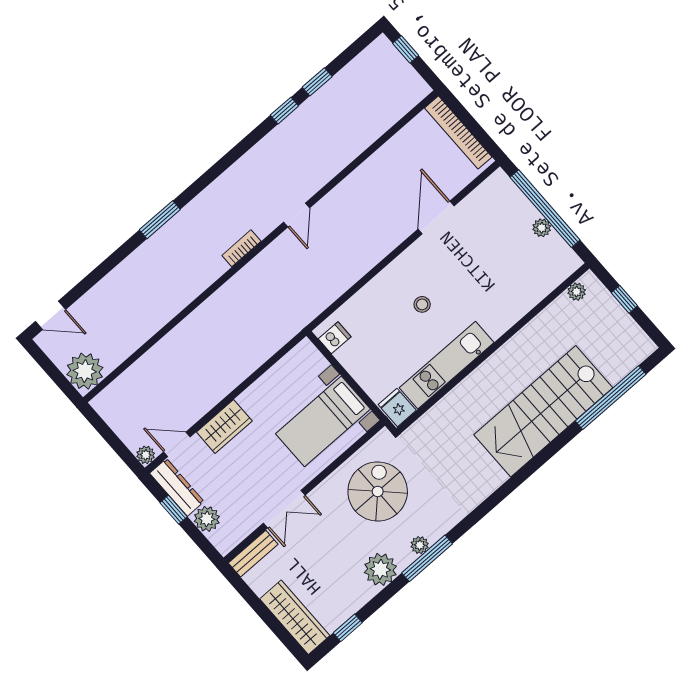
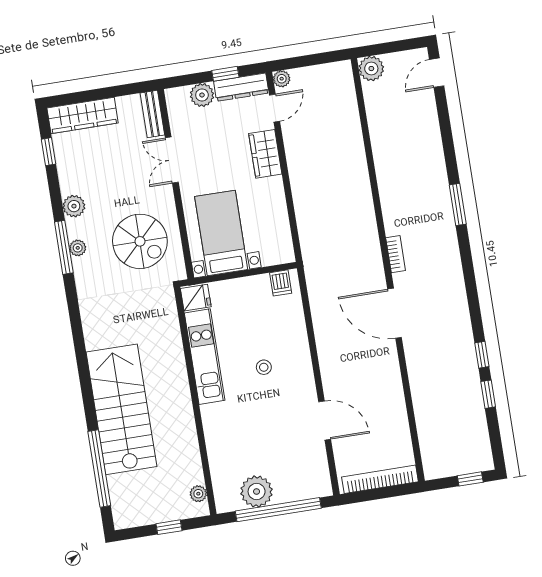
door: (297, 215) -> (395, 313), width x1.87
plant: (542, 228) -> (257, 491), width x1.87, depth x1.87
plant: (85, 371) -> (371, 69), width x0.73, depth x0.73
plant: (380, 569) -> (74, 206), width x0.73, depth x0.73

